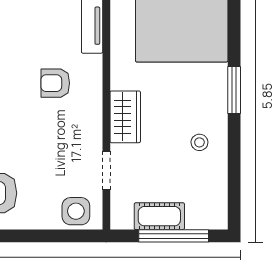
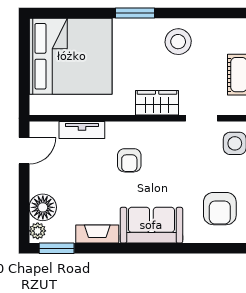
stool: (199, 142) -> (178, 42), width x1.89, depth x1.89

